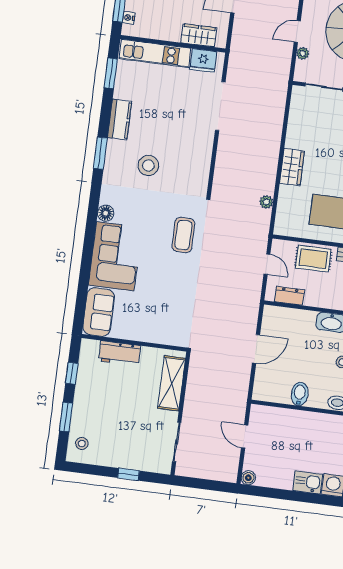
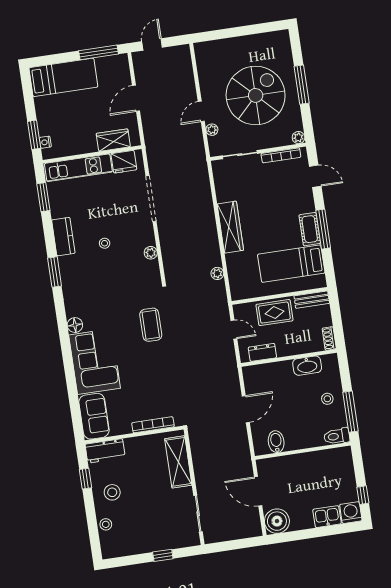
plant: (204, 161) -> (151, 253), added
stool: (148, 165) -> (105, 243), moved, width x0.53, depth x0.53
wardrobe: (292, 167) -> (230, 227), width x1.50
bookcase: (156, 338) -> (153, 425), added
workbench: (119, 353) -> (105, 451), moved
bidet: (300, 394) -> (276, 442), moved
stool: (95, 395) -> (112, 492), added
window: (66, 417) -> (92, 520), removed
door: (245, 436) -> (258, 491), width x1.38
stool: (82, 443) -> (106, 524), moved
boiler: (248, 478) -> (277, 521), width x1.86, depth x1.86

